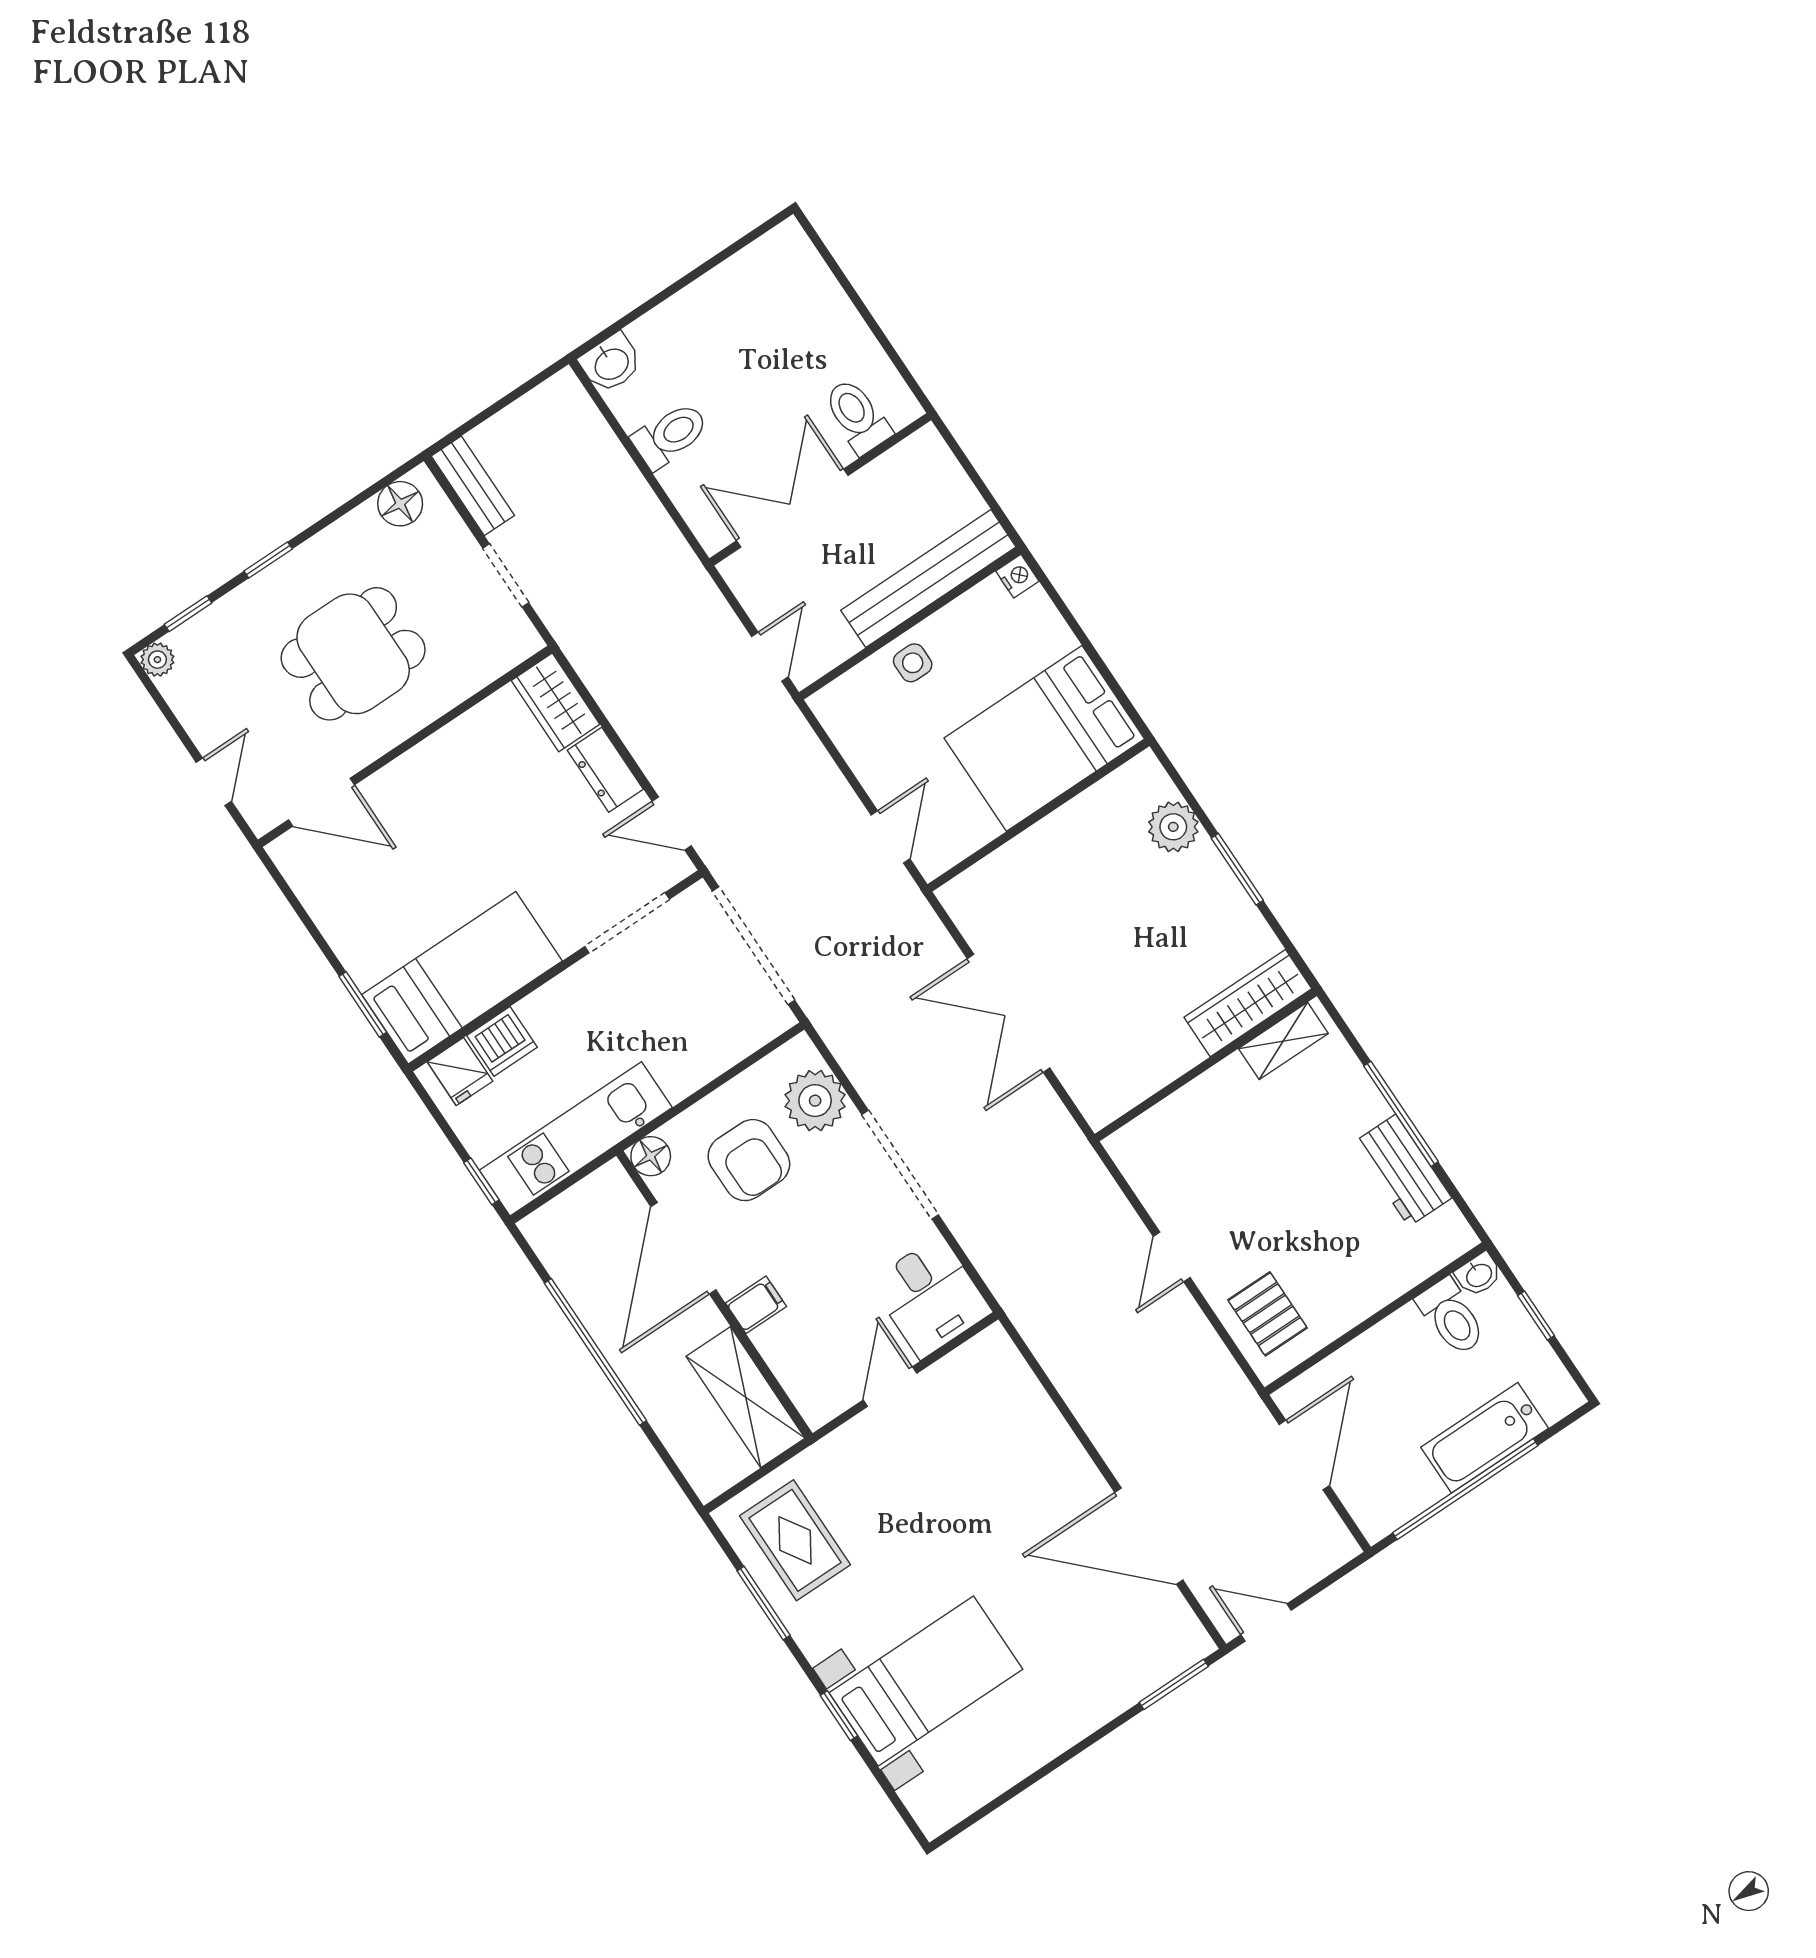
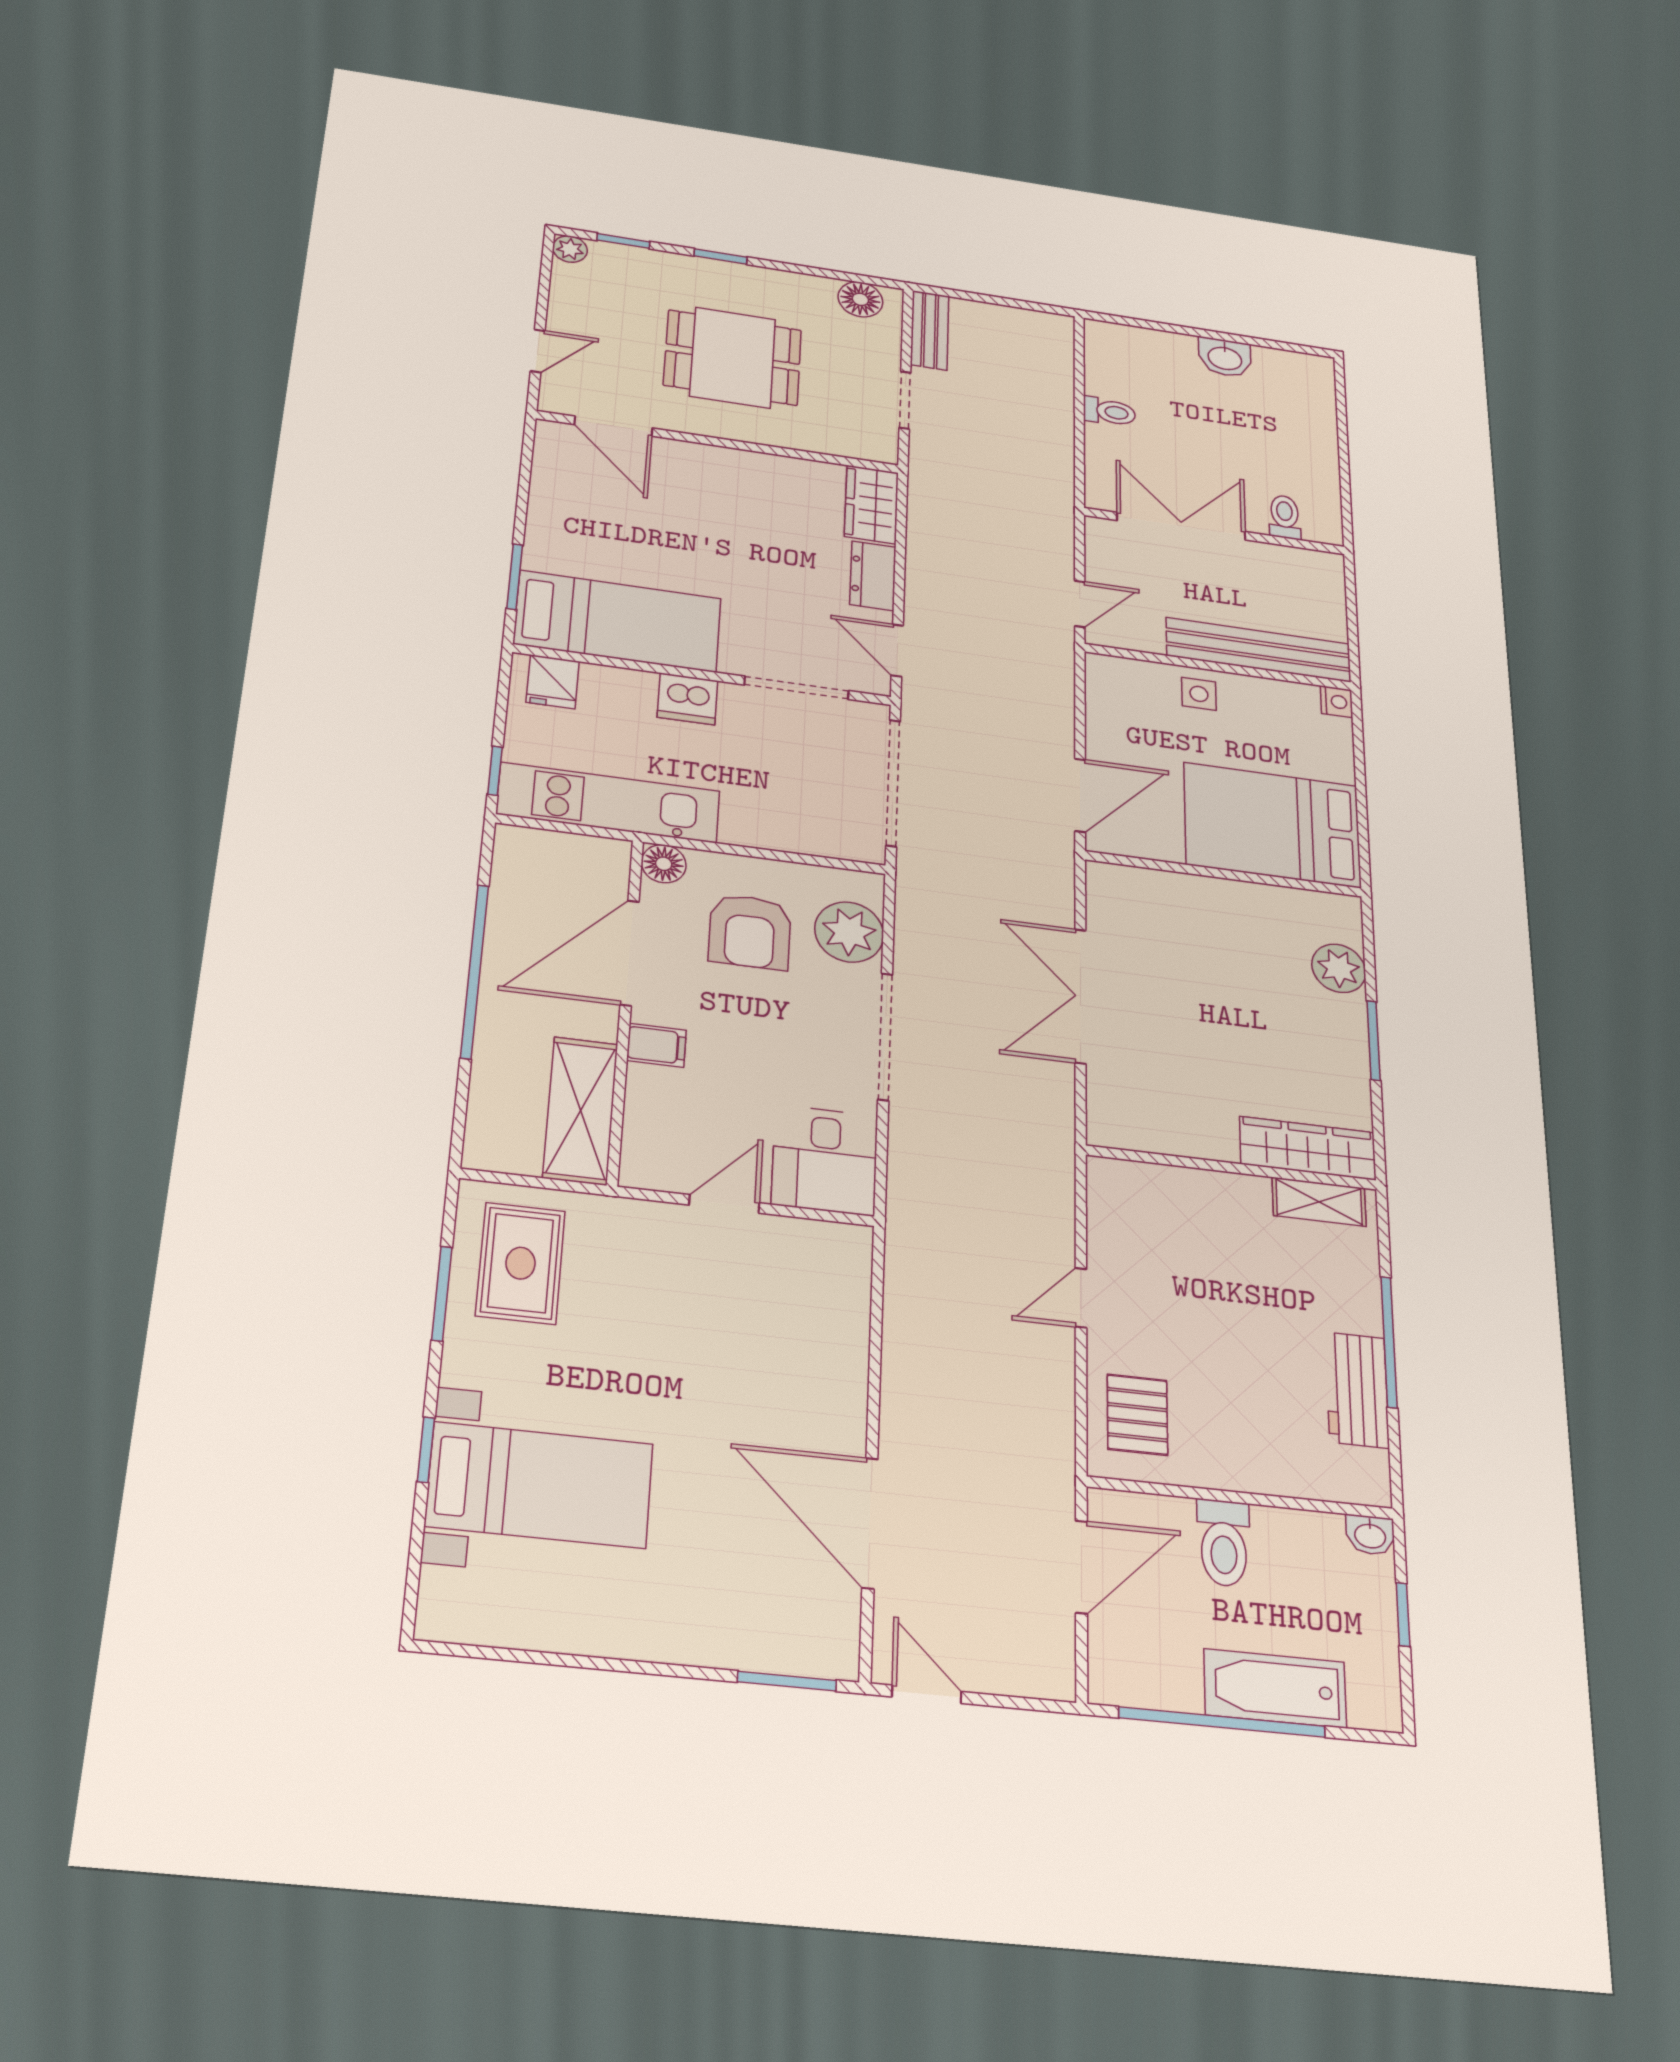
washbasin: (611, 363) -> (1225, 357), moved
toilet: (857, 416) -> (1285, 517), width x0.73, depth x0.72
toilet: (670, 435) -> (1109, 412), width x0.73, depth x0.72
door: (890, 837) -> (1080, 795), width x1.38
dishwasher: (502, 1041) -> (687, 699), moved
toilet: (1451, 1317) -> (1224, 1543), moved

